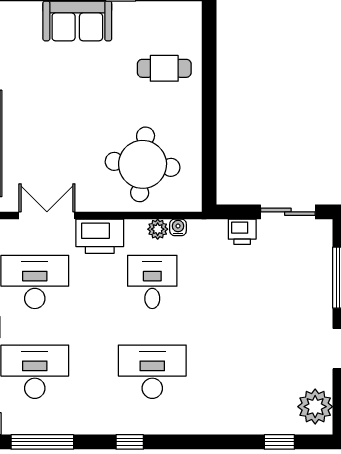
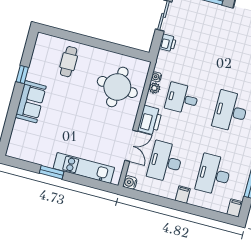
double door: (47, 215) -> (131, 146), swing flipped

